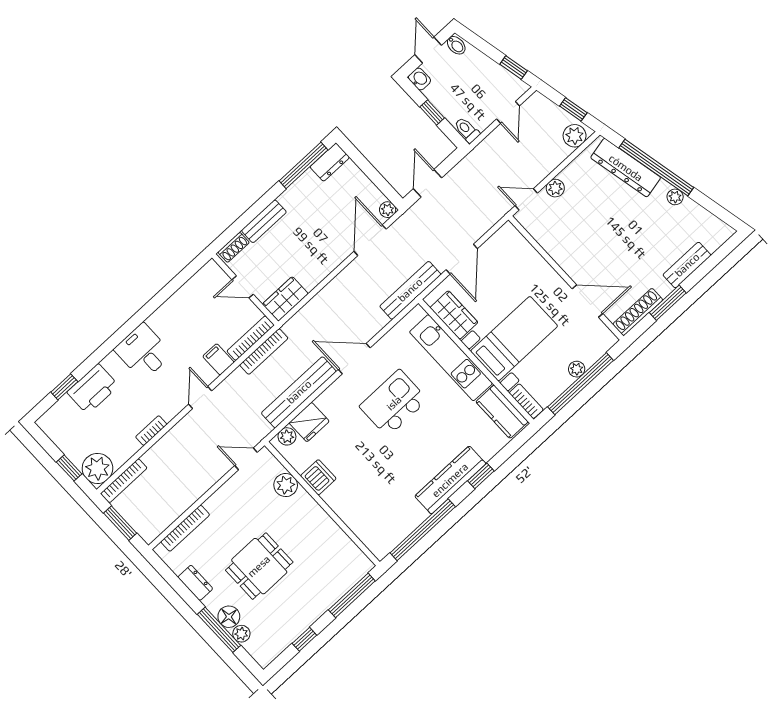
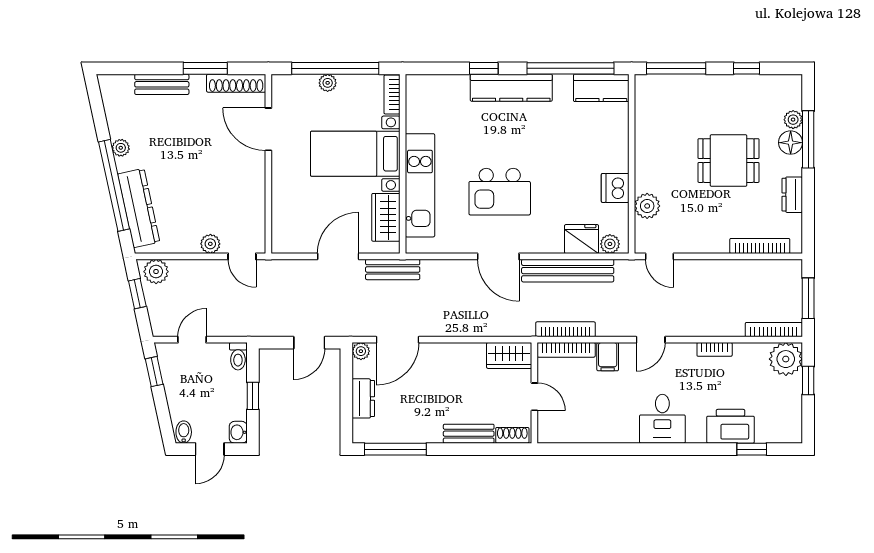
dresser: (330, 162) -> (363, 398), moved, turned 90
bench: (410, 290) -> (393, 269), width x0.73
kitchen counter: (502, 412) -> (601, 88), moved, turned 90

